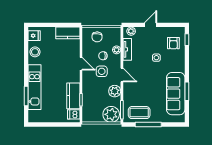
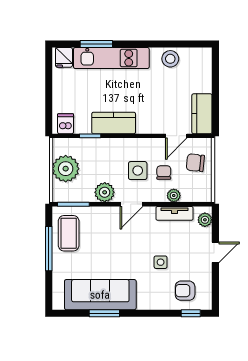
door: (151, 25) -> (215, 252), hinge flipped
fridge: (34, 36) -> (64, 57), moved
door: (81, 64) -> (176, 136), moved
kitchen counter: (73, 96) -> (114, 123), moved
plant: (111, 114) -> (66, 169), moved

